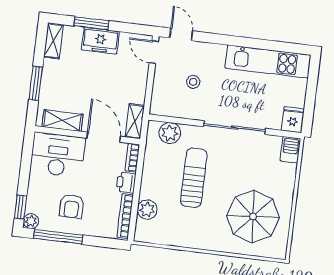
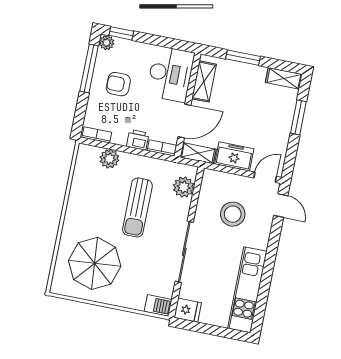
door: (181, 34) -> (281, 206), hinge flipped
freezer: (100, 41) -> (234, 156), moved, turned 90
stool: (193, 82) -> (233, 214), width x1.89, depth x1.89
sun lounger: (194, 178) -> (137, 207), turned 90
bookcase: (125, 216) -> (97, 135), width x0.64

